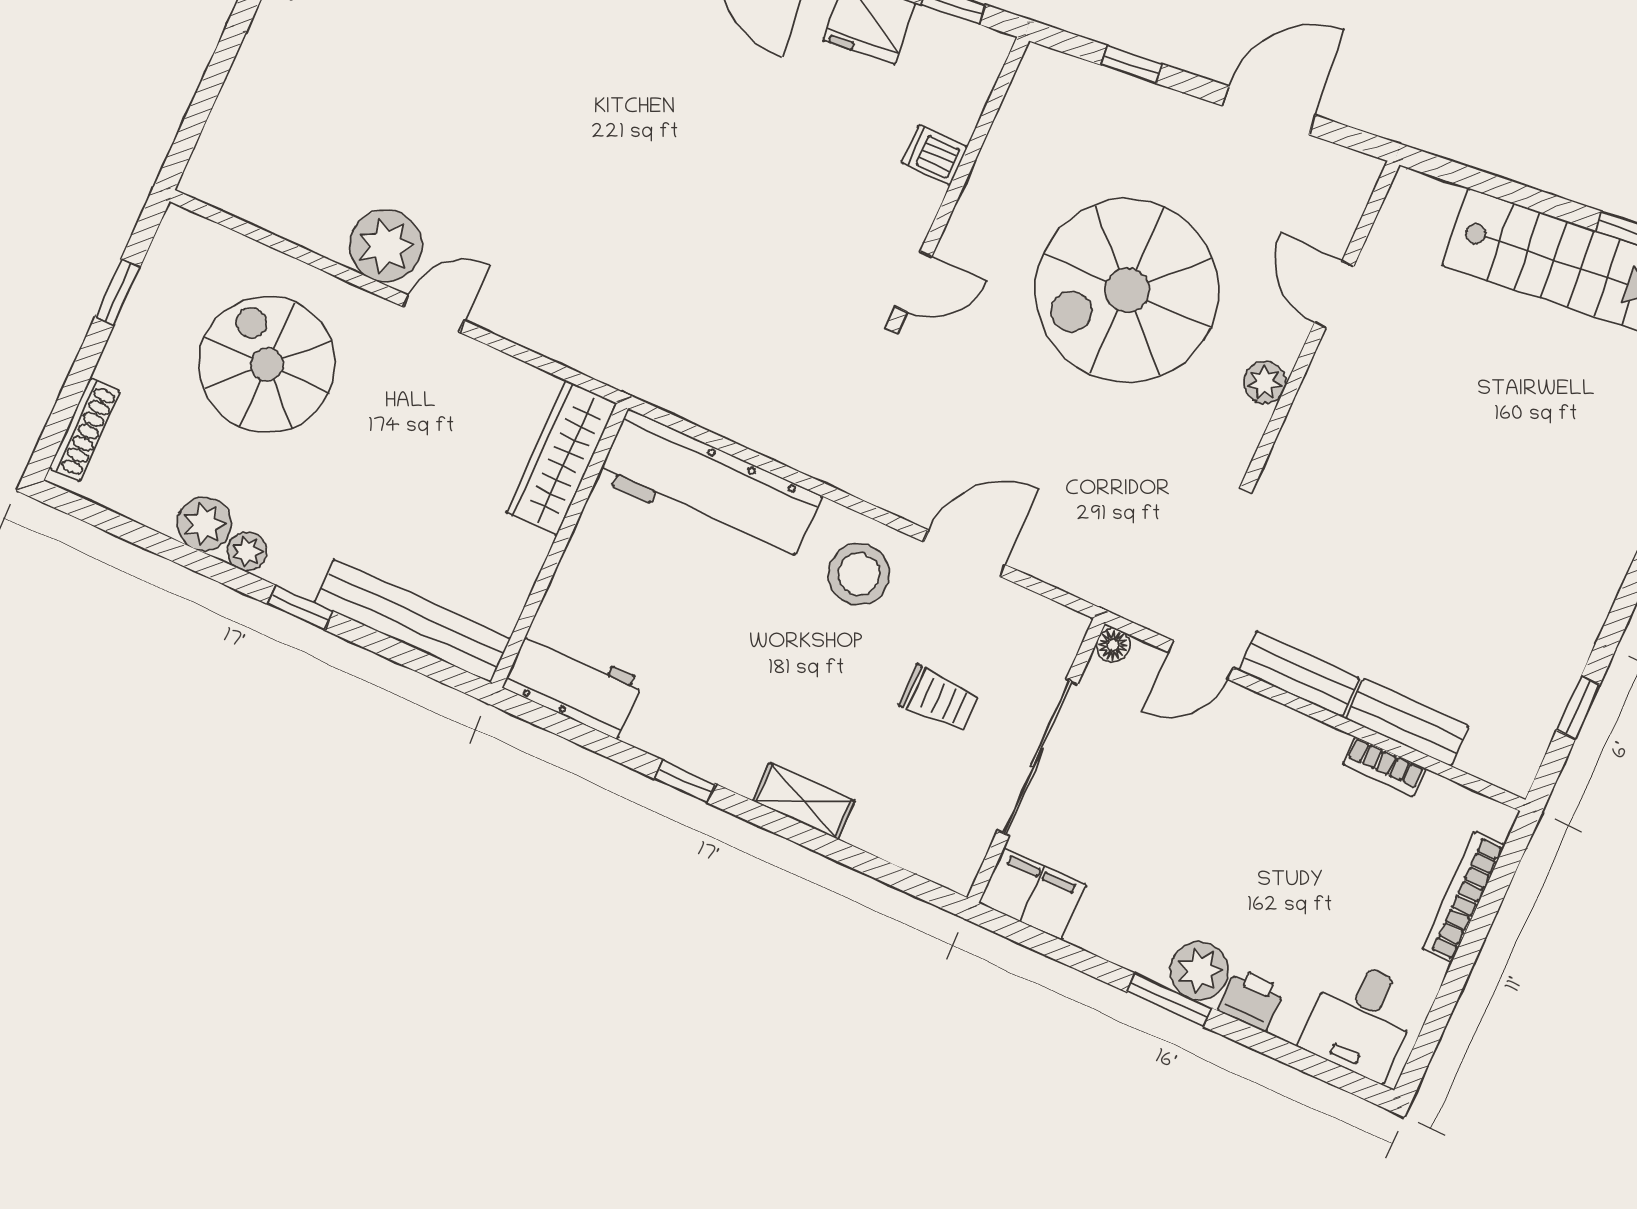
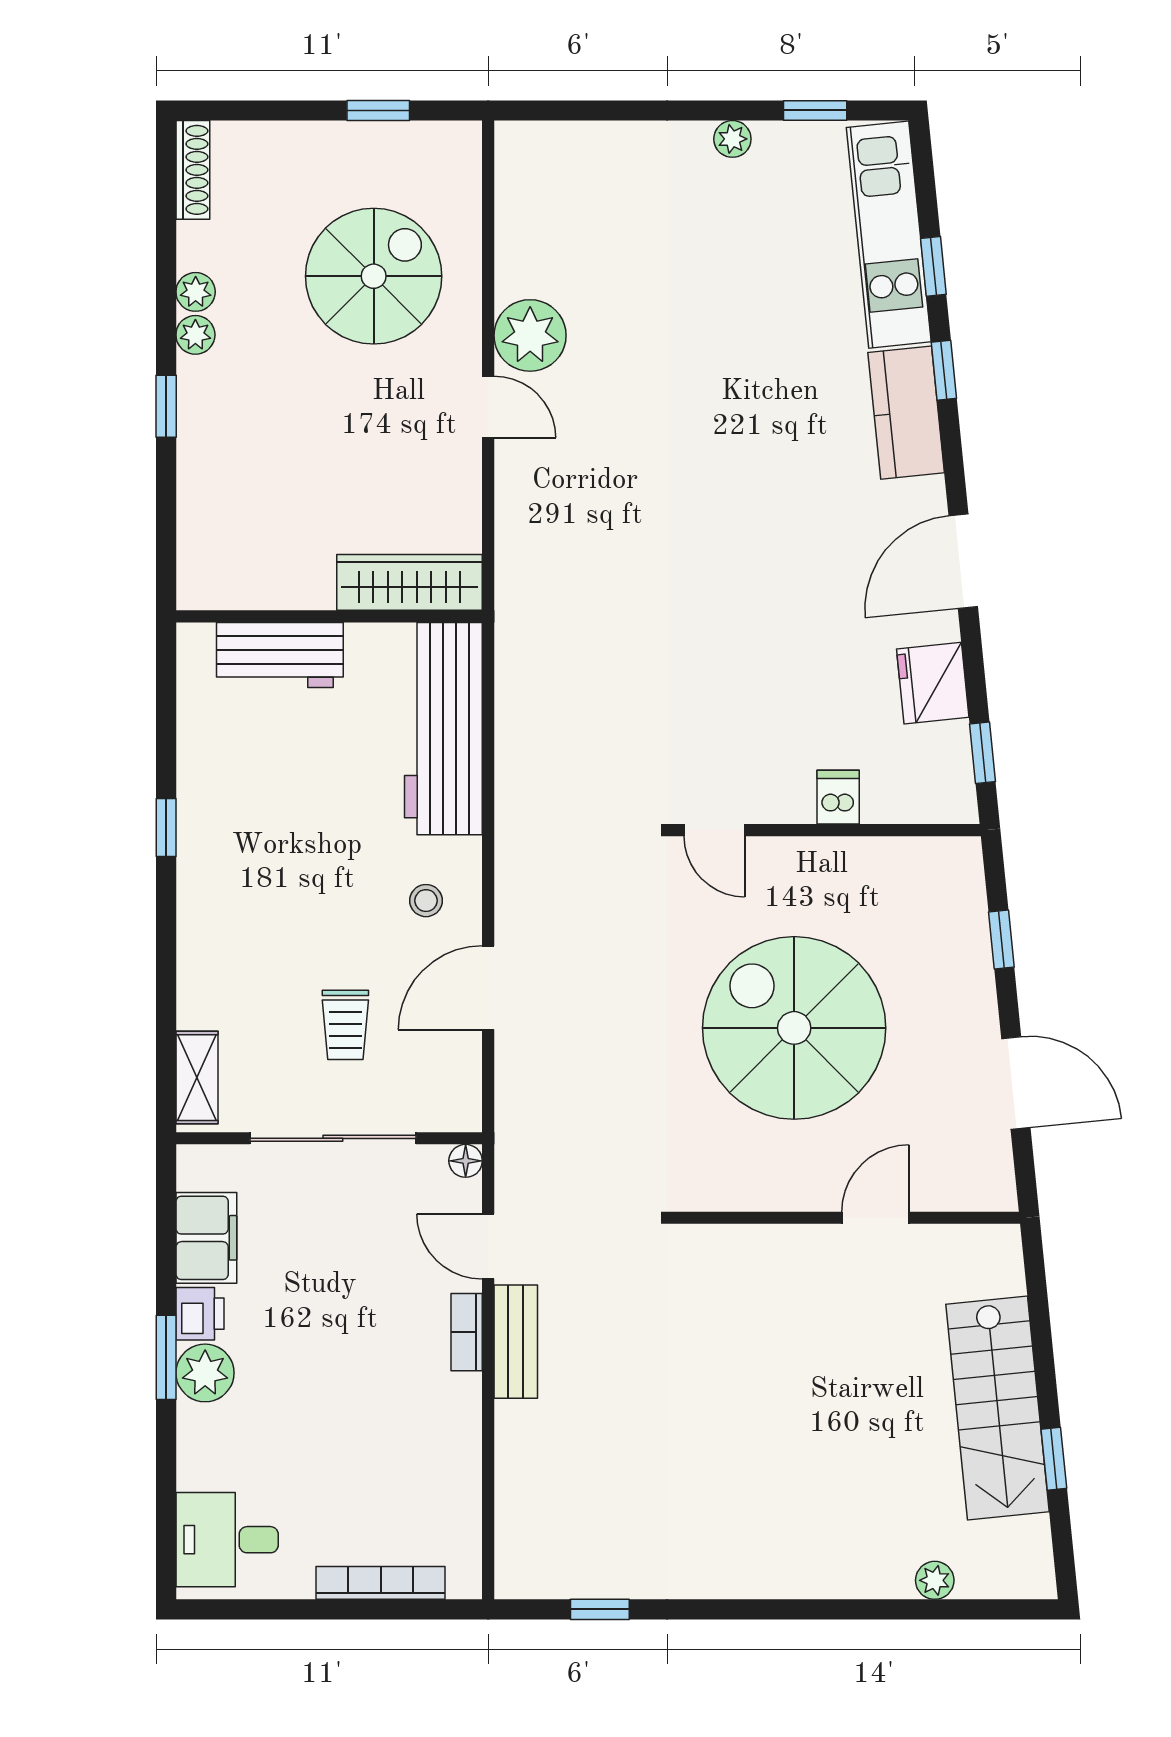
plant: (1265, 382) -> (767, 1191), removed
shoe rack: (85, 430) -> (193, 170), moved, turned -90
plant: (204, 524) -> (196, 292), width x0.73, depth x0.73
door: (964, 553) -> (488, 988), swing flipped
stool: (859, 574) -> (426, 901), width x0.53, depth x0.53
bench: (412, 621) -> (200, 514), removed
workbench: (573, 684) -> (280, 655), moved, turned 90
bench: (1407, 722) -> (516, 1460), removed
bookcase: (1384, 767) -> (467, 1332), moved
shelving: (804, 801) -> (197, 1078), moved
filing cabinet: (1032, 894) -> (206, 1238), moved
printer: (1251, 1000) -> (200, 1314), moved

